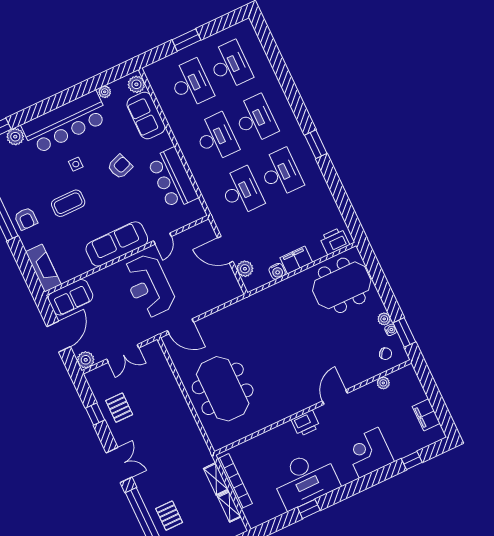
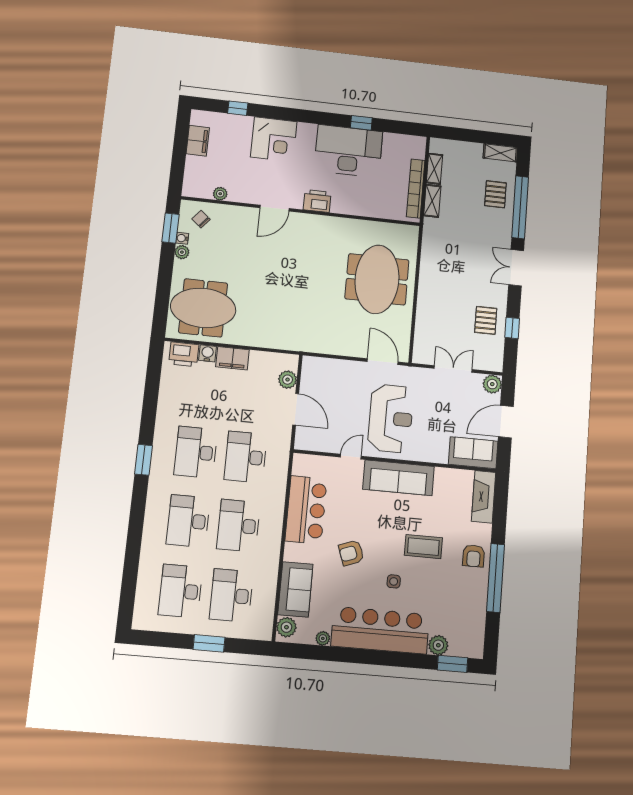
armchair: (26, 219) -> (474, 556), turned 180
water cooler: (277, 271) -> (207, 353), moved

